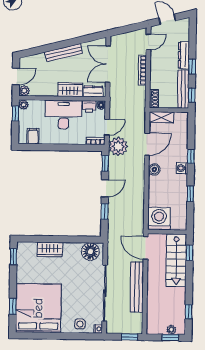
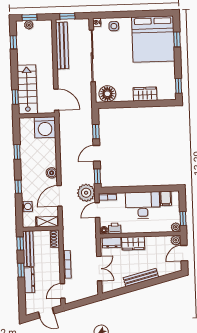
double door: (108, 64) -> (99, 269), width x0.73
desk: (63, 115) -> (143, 205), moved, turned 180
washing machine: (182, 168) -> (27, 206), moved
bench: (137, 287) -> (62, 45), moved

